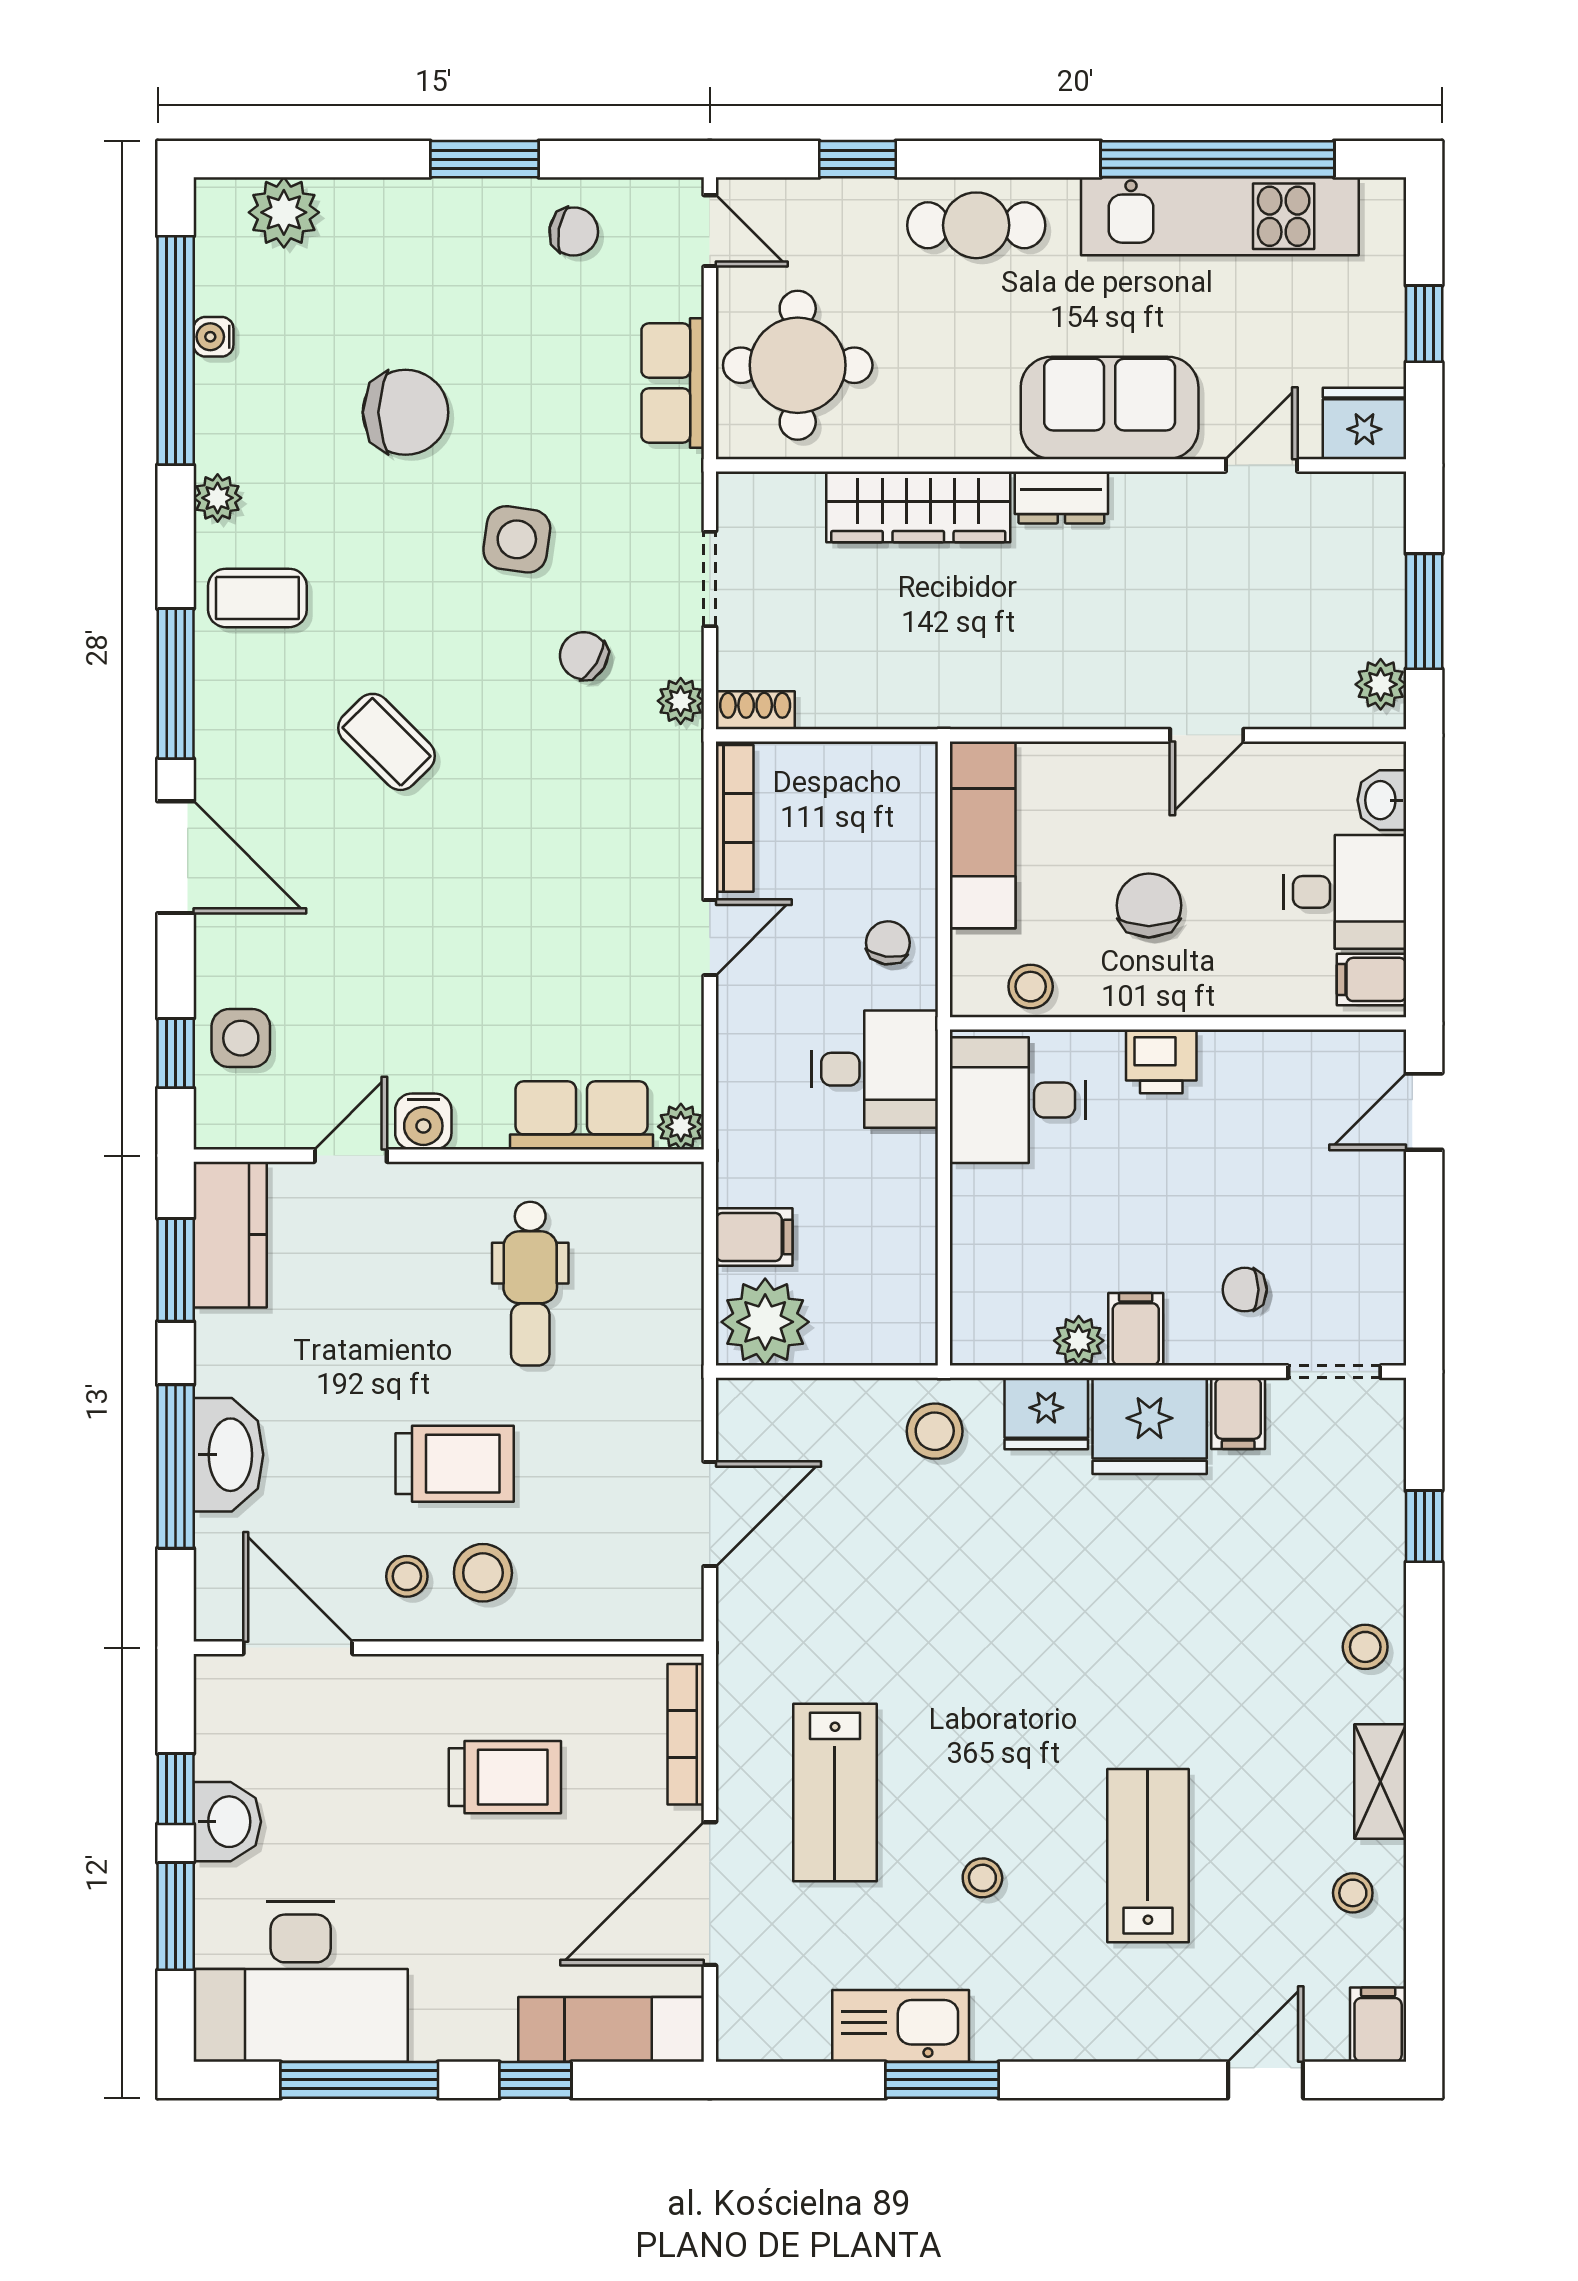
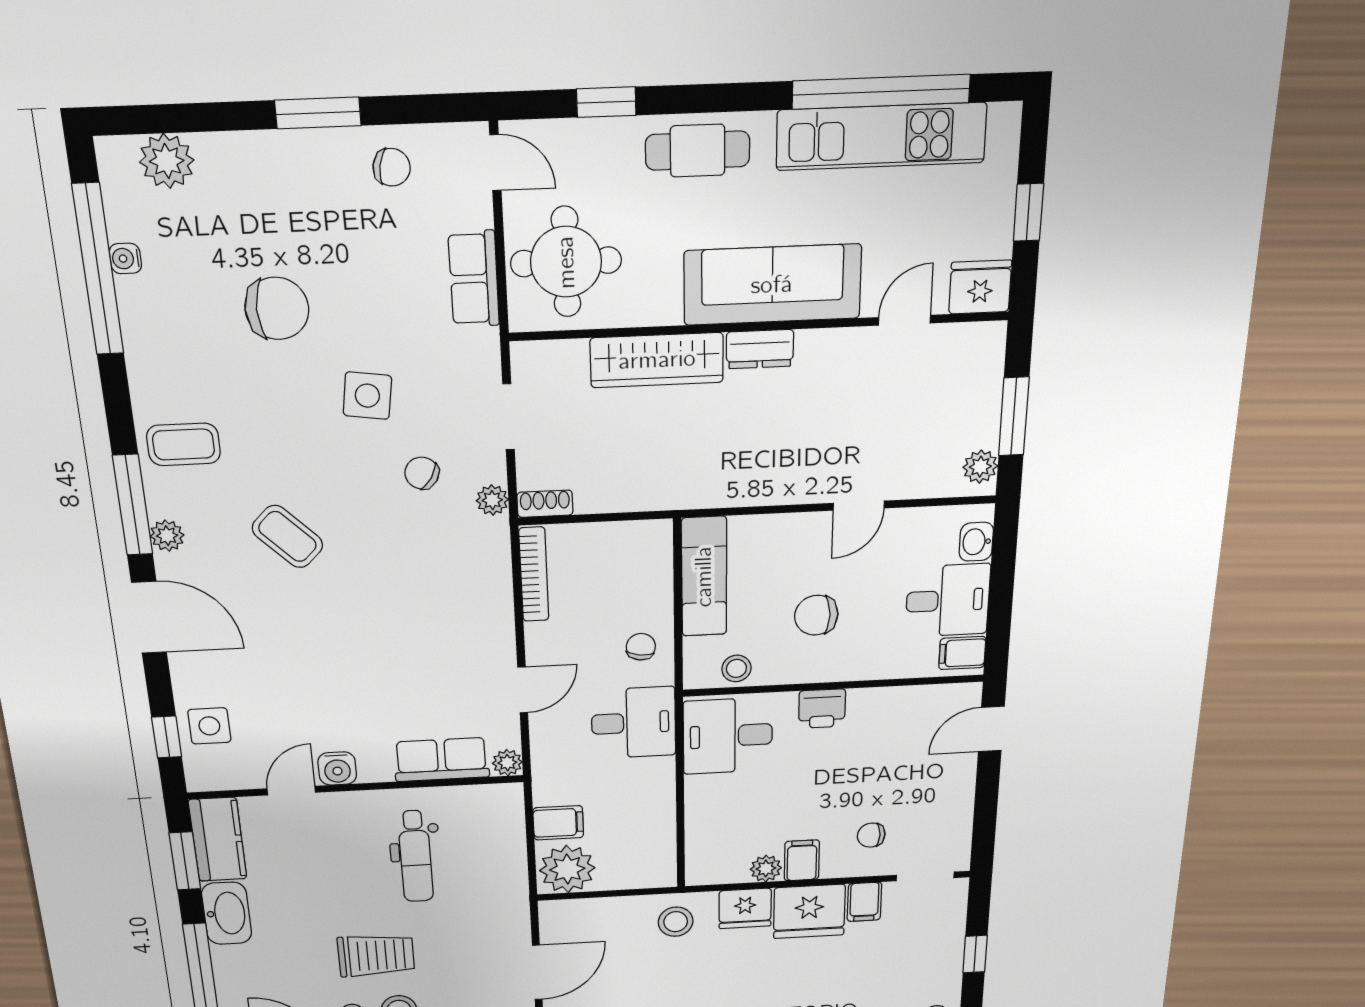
sofa: (1110, 408) -> (772, 285), width x1.36
plant: (218, 498) -> (167, 536), moved
chair: (1149, 905) -> (816, 615), turned -90
door: (710, 938) -> (523, 690), moved
washbasin: (228, 1455) -> (227, 913), moved

